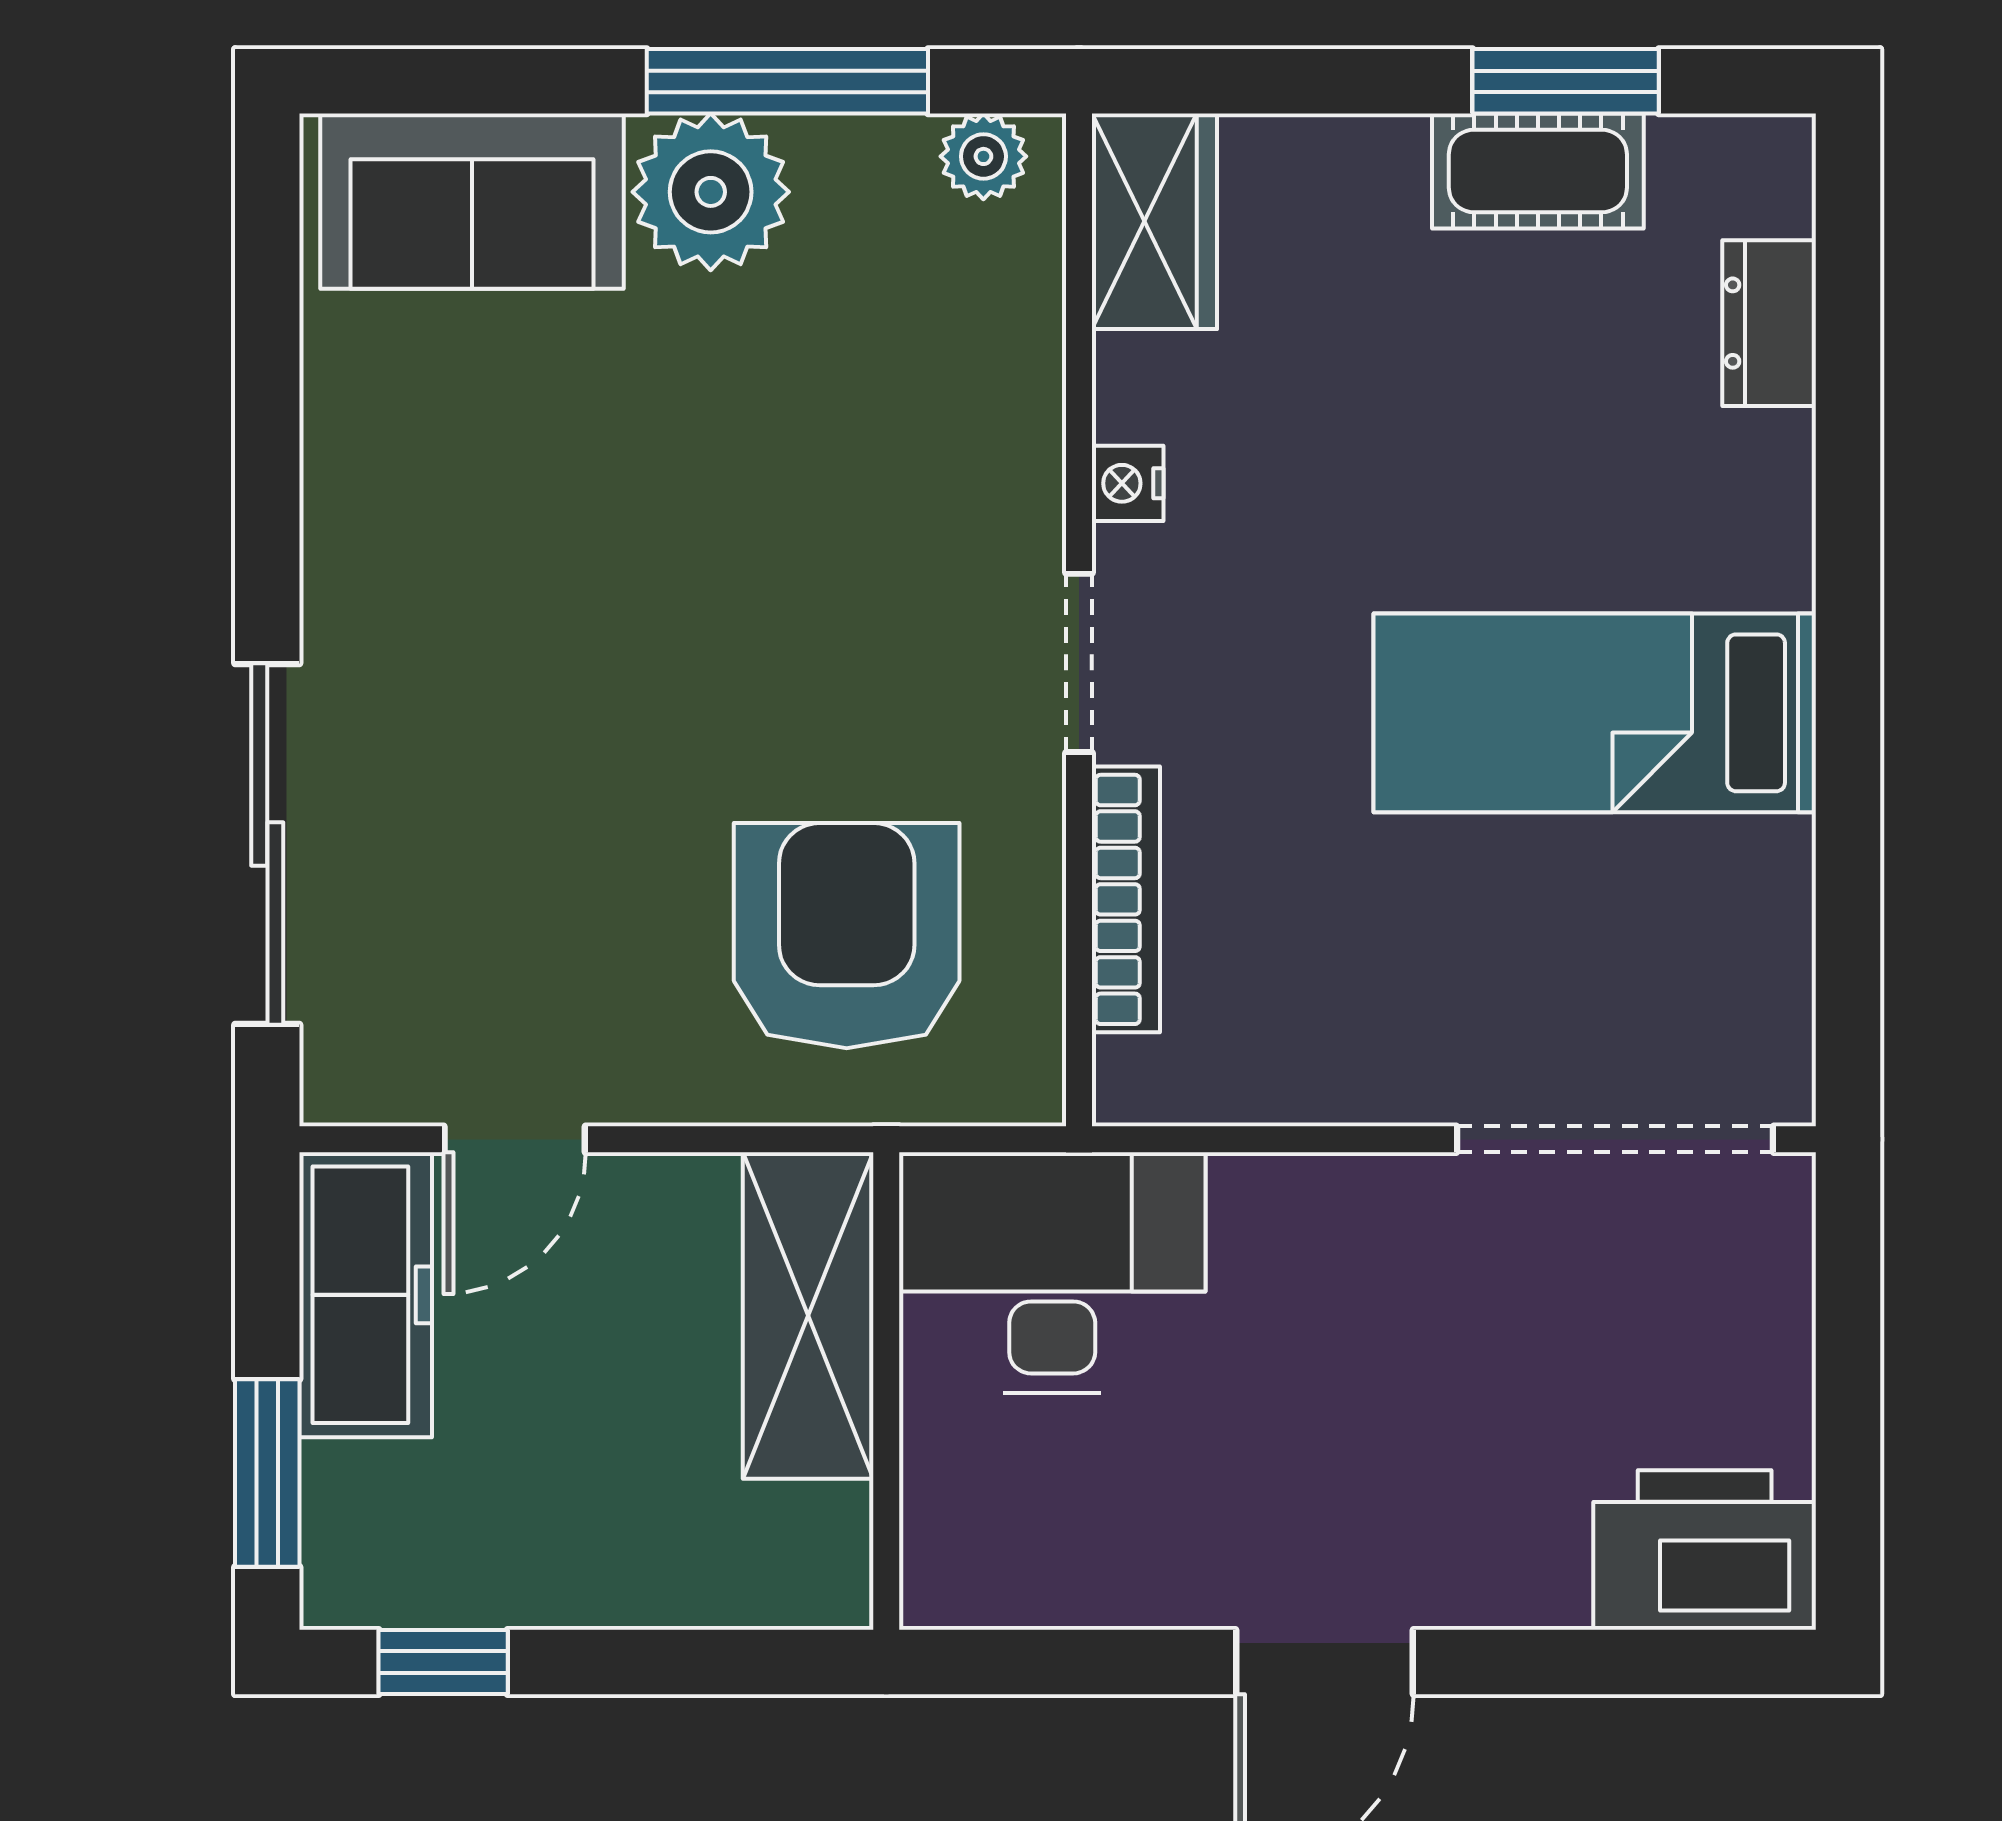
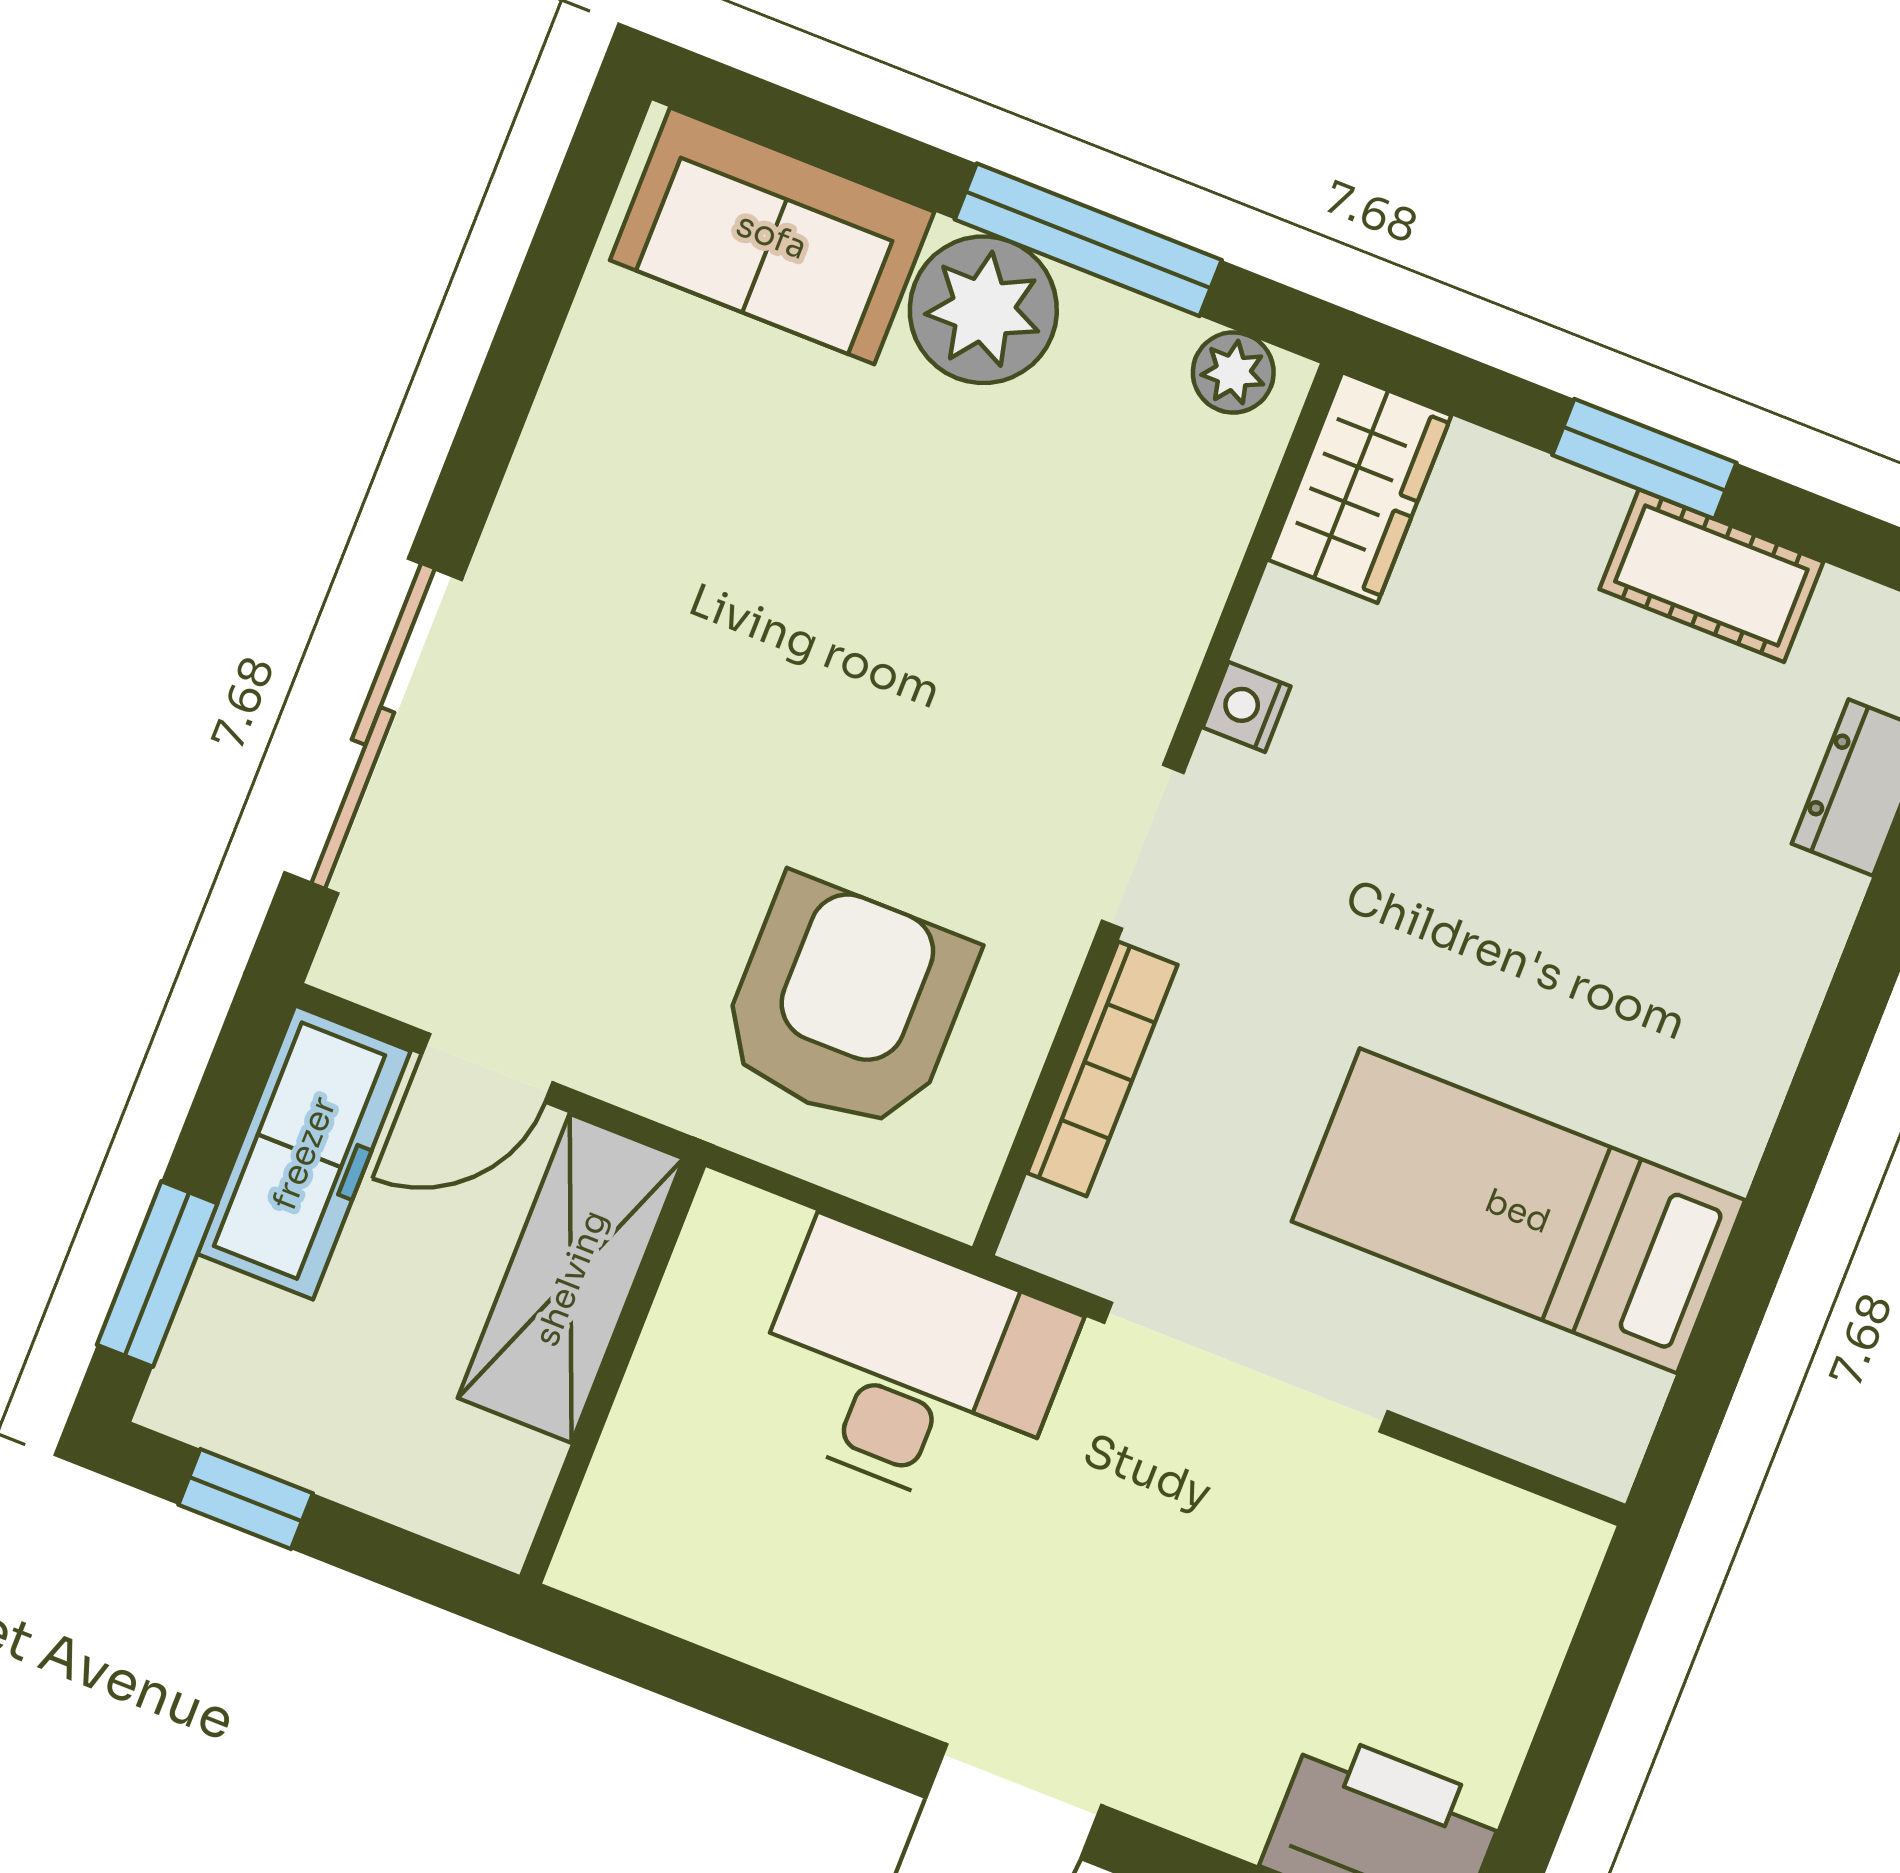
window: (1566, 81) -> (1644, 459), moved
bed: (1595, 713) -> (1518, 1211), moved
doorway: (1615, 1139) -> (1246, 1367), moved
shelving: (808, 1316) -> (571, 1278), moved
wall: (886, 1391) -> (613, 1371), moved

